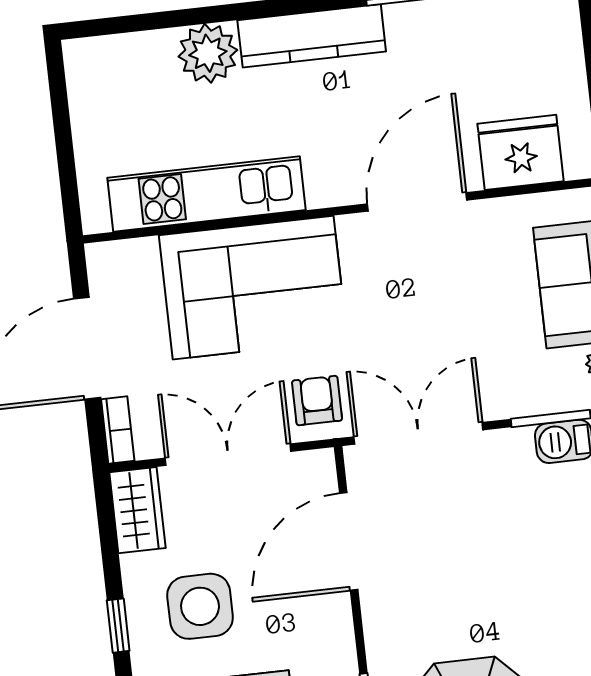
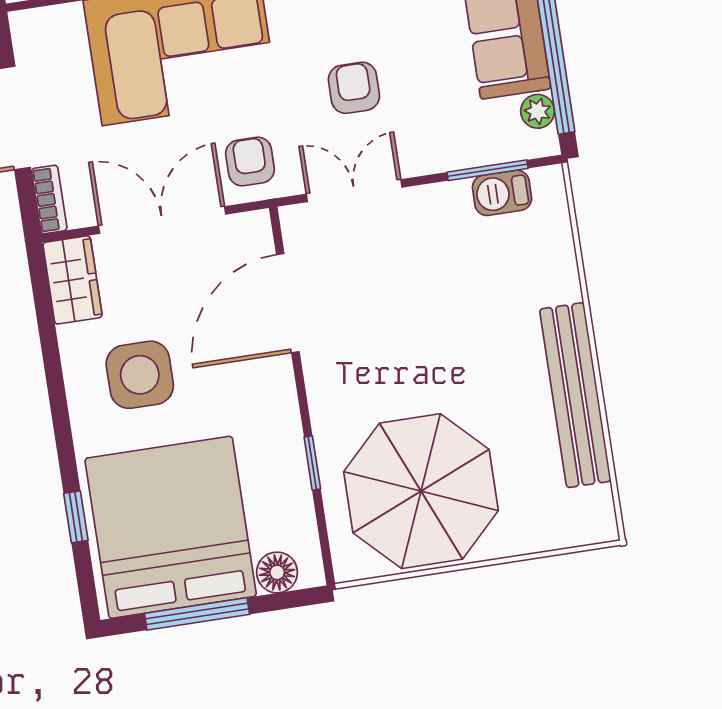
armchair: (422, 332) -> (354, 88), added
double door: (418, 433) -> (354, 191), width x0.73
window: (118, 626) -> (58, 398), removed

